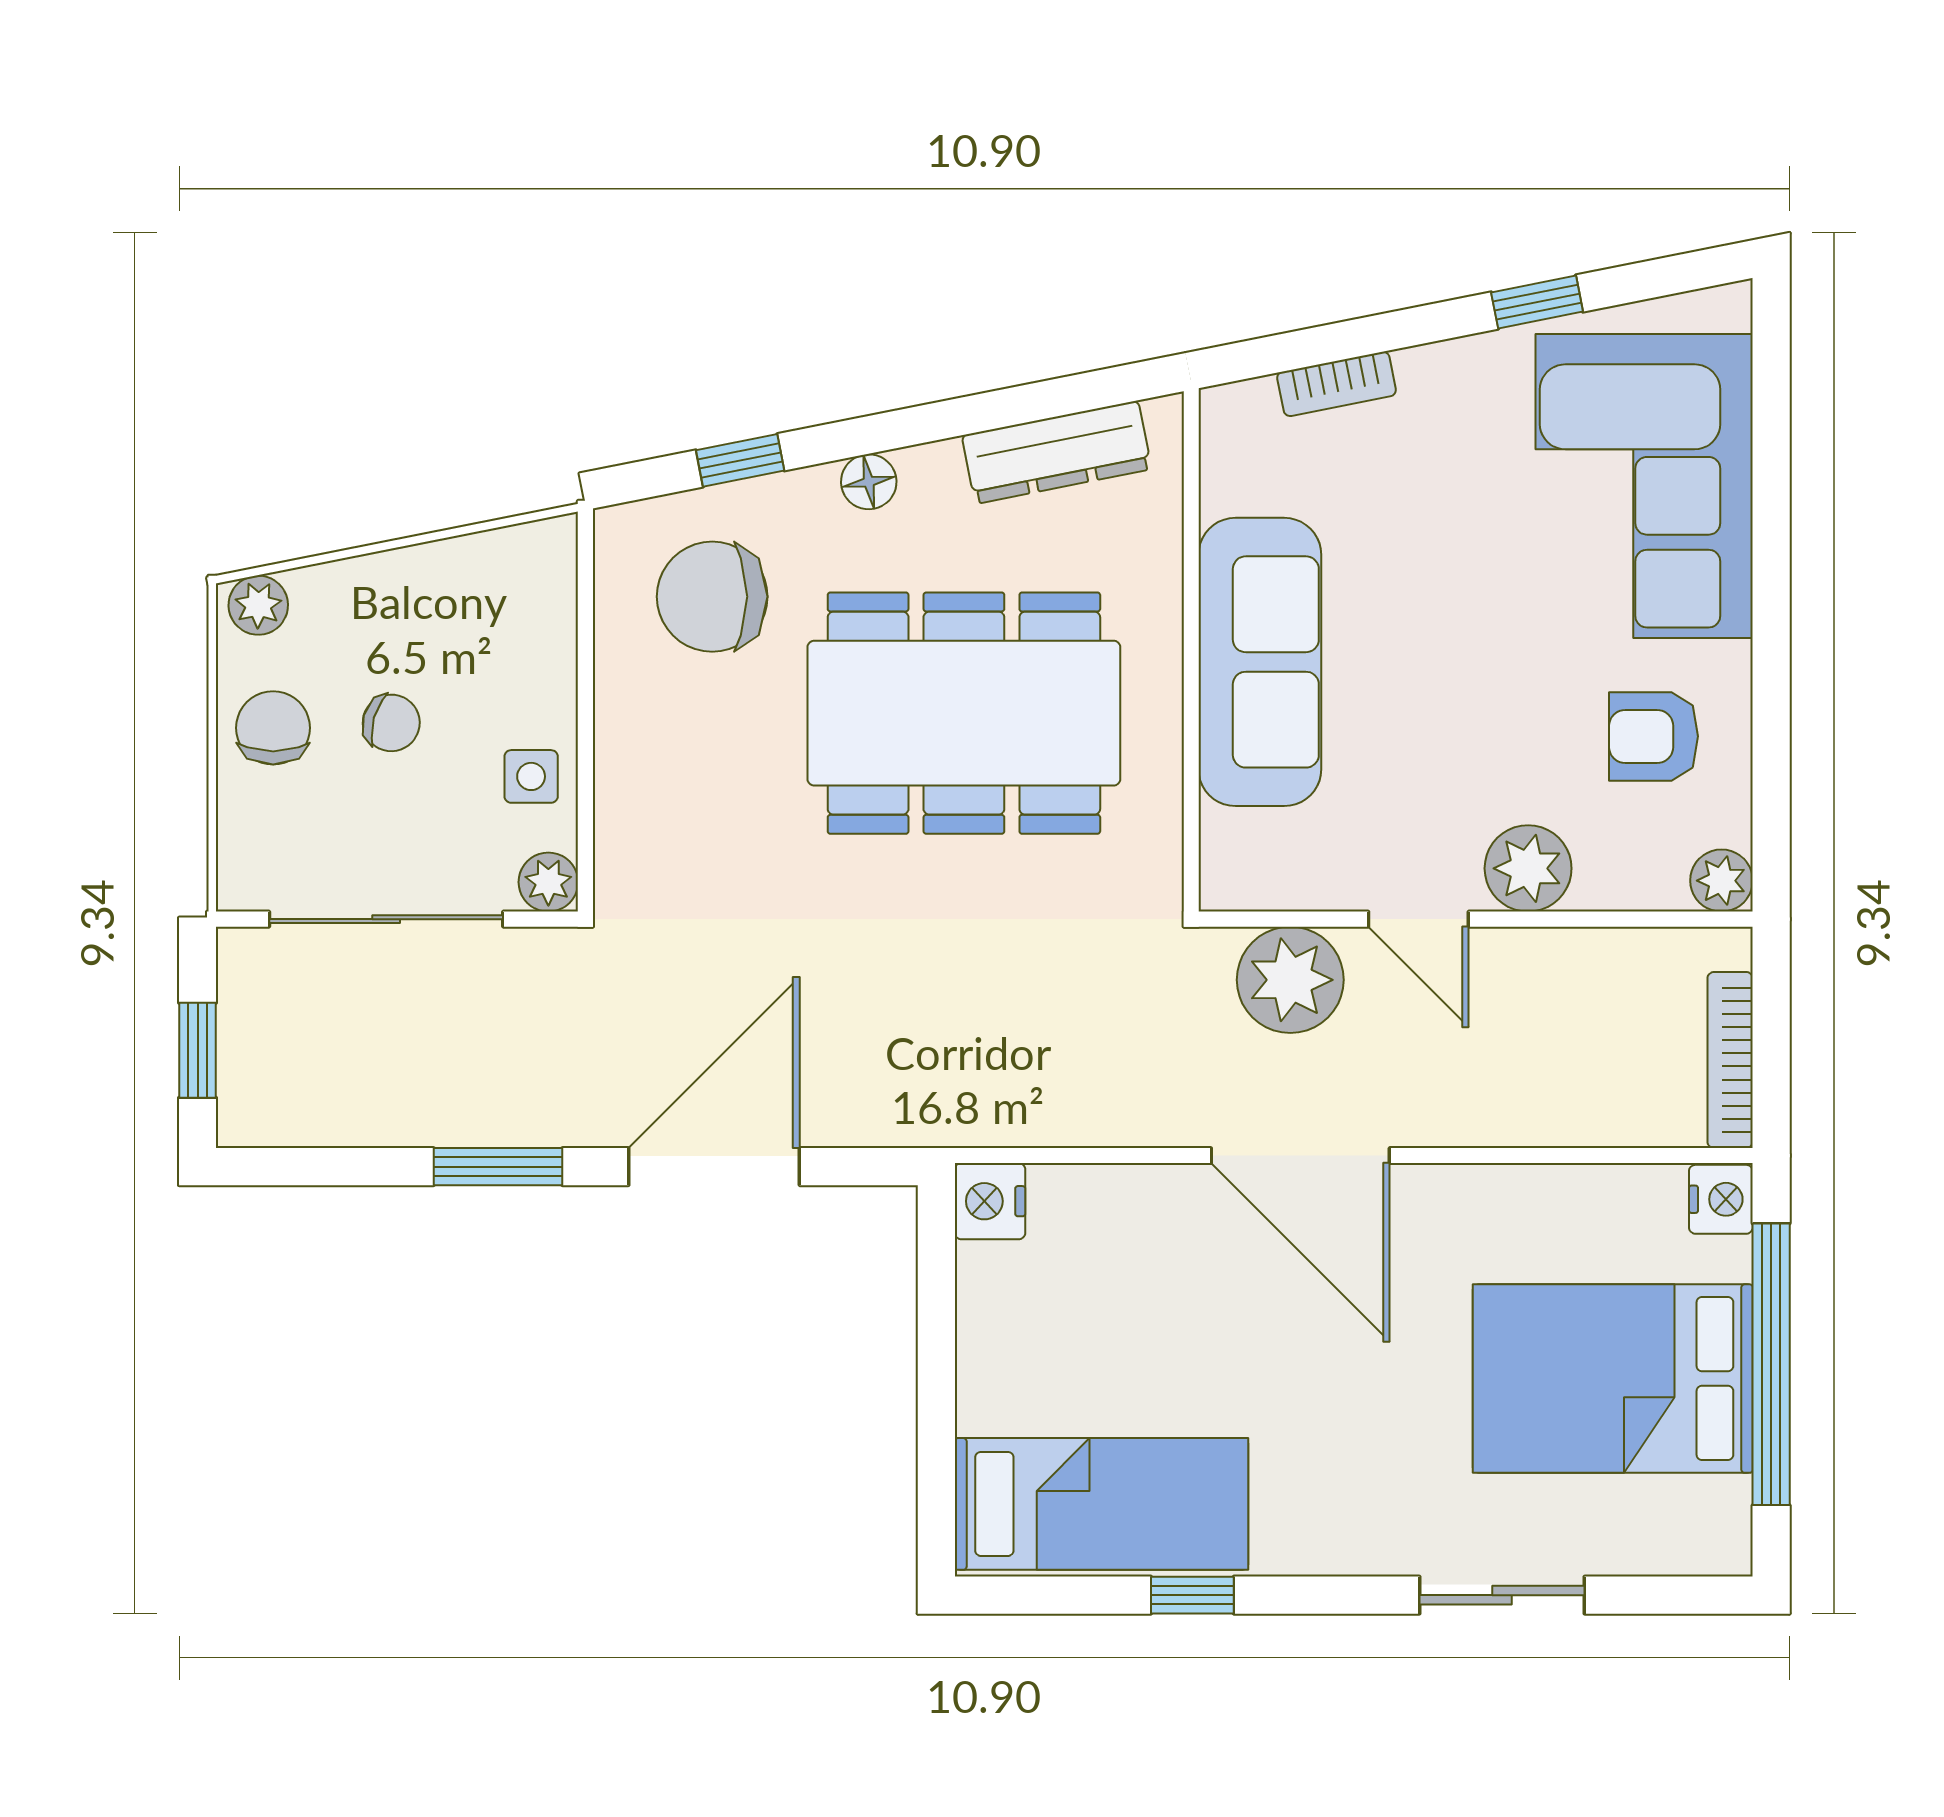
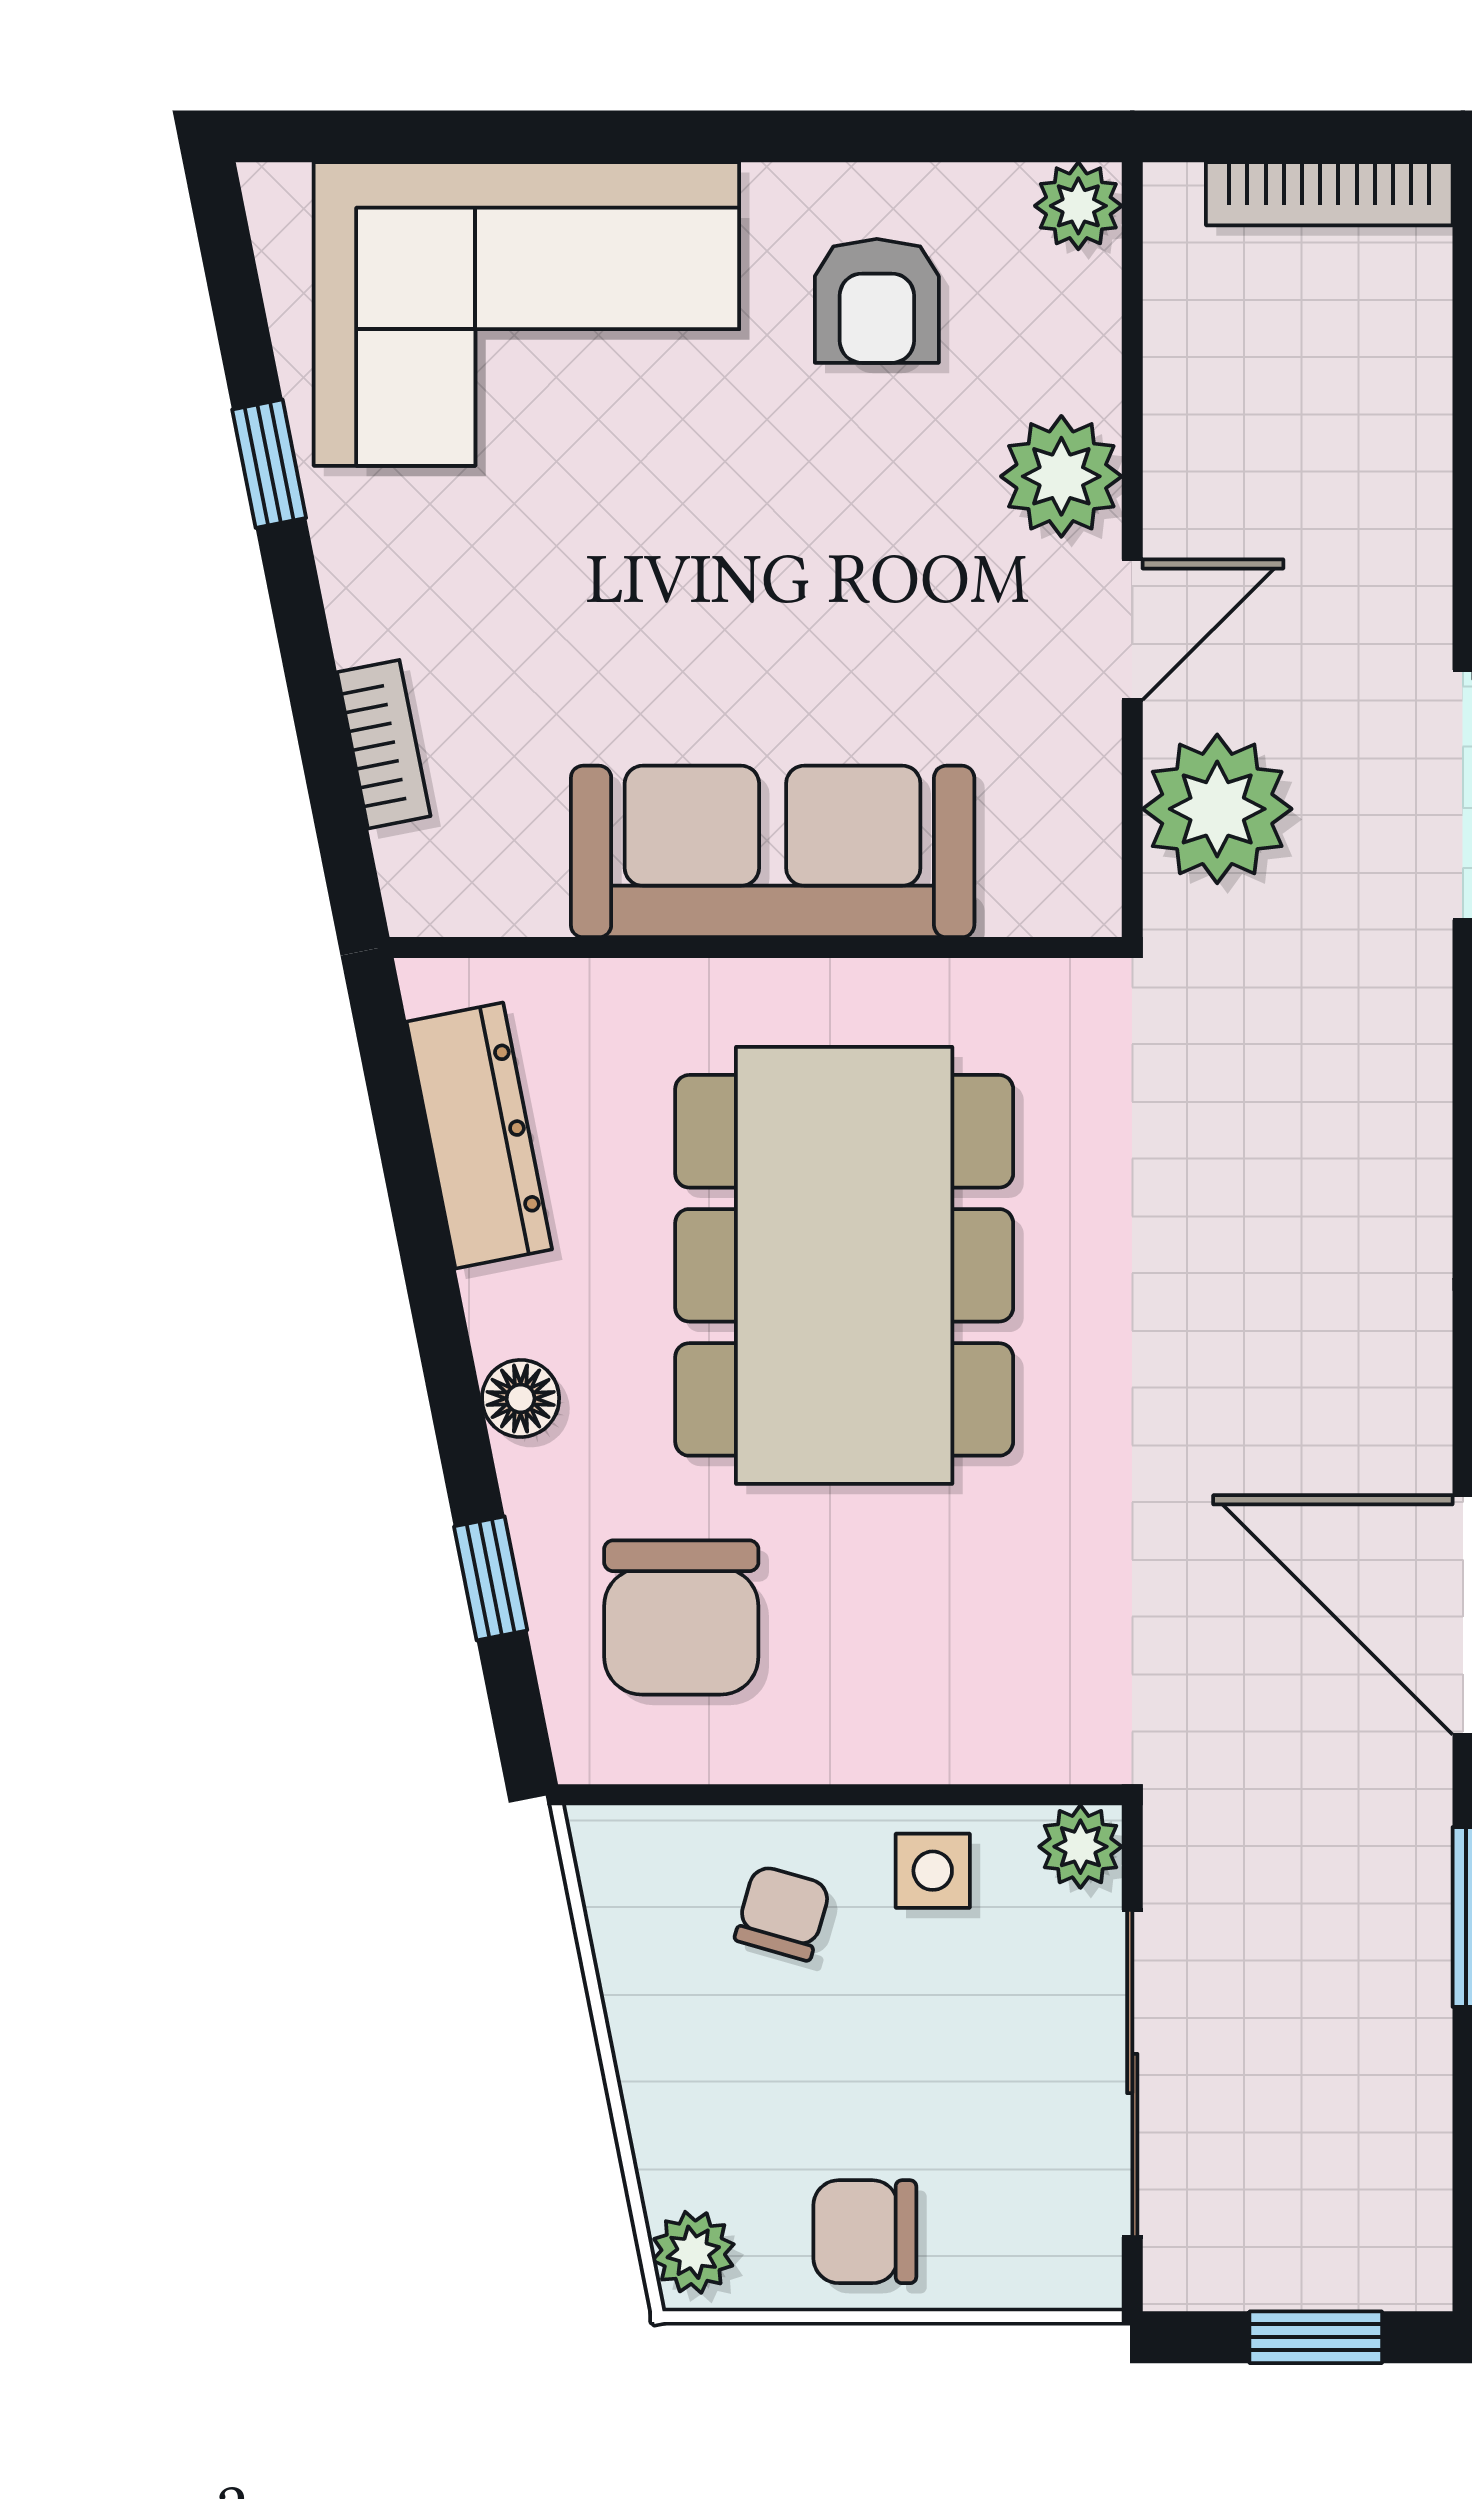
chair: (391, 723) -> (783, 1913), moved

